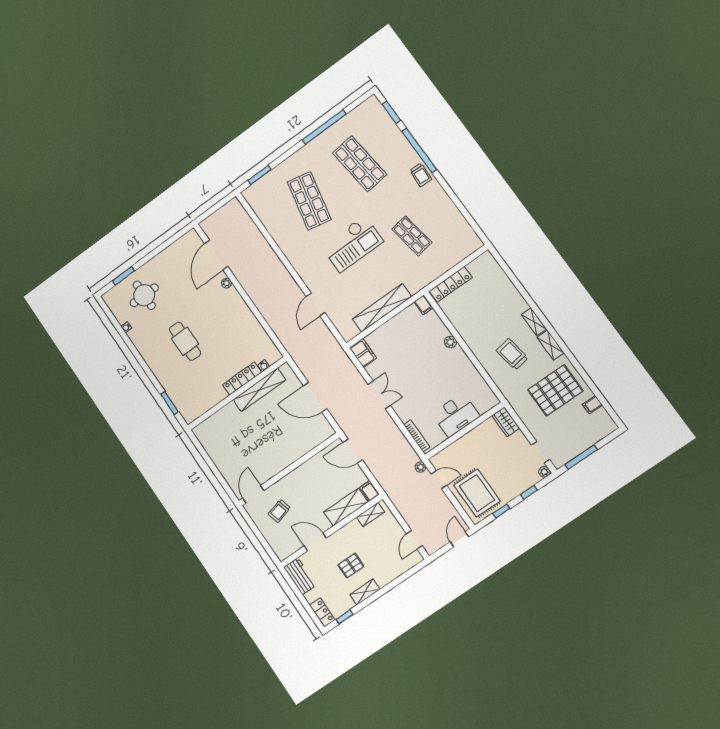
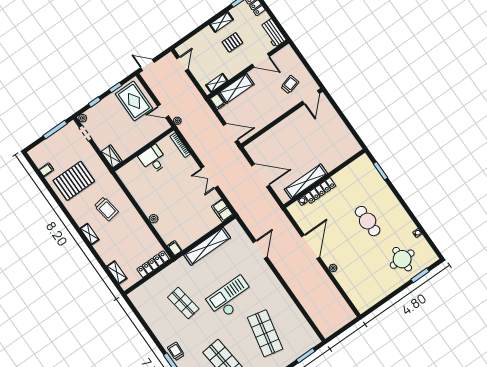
door: (216, 255) -> (311, 247), moved
shelving: (551, 345) -> (117, 272), moved
desk: (456, 415) -> (153, 159), width x0.73
door: (459, 539) -> (148, 65), swing flipped

